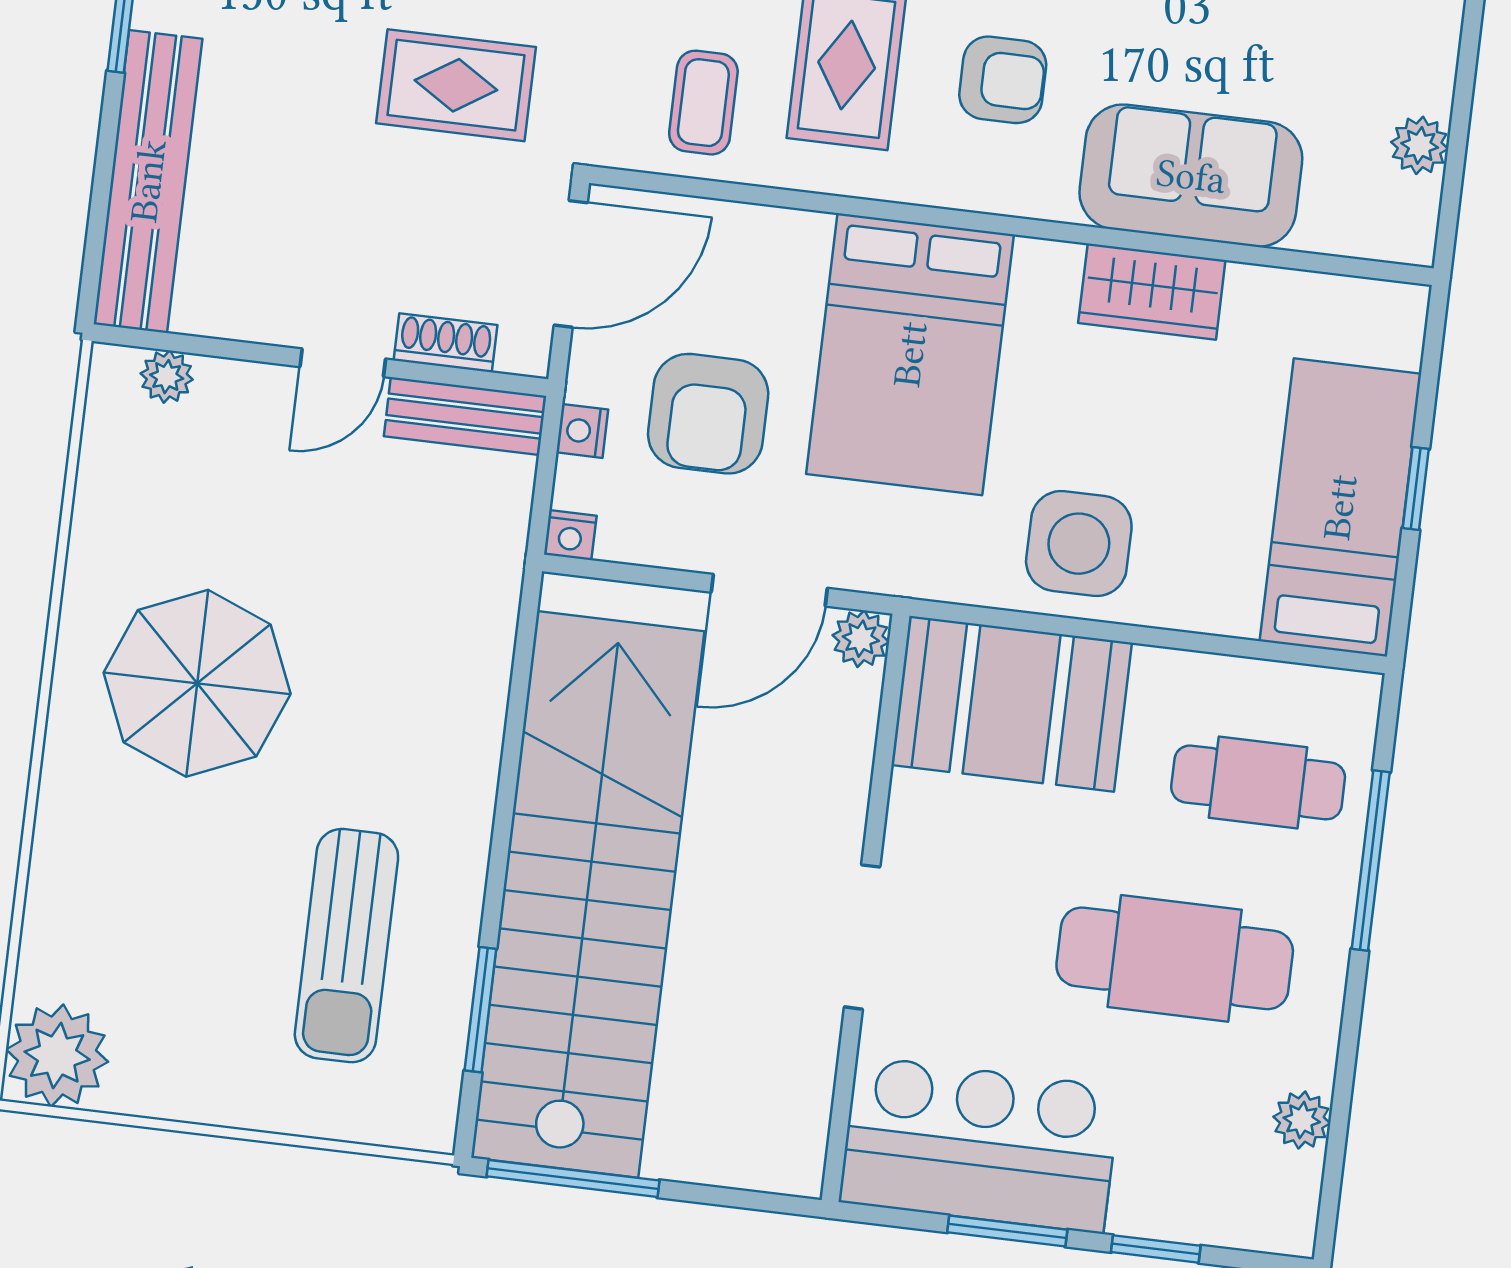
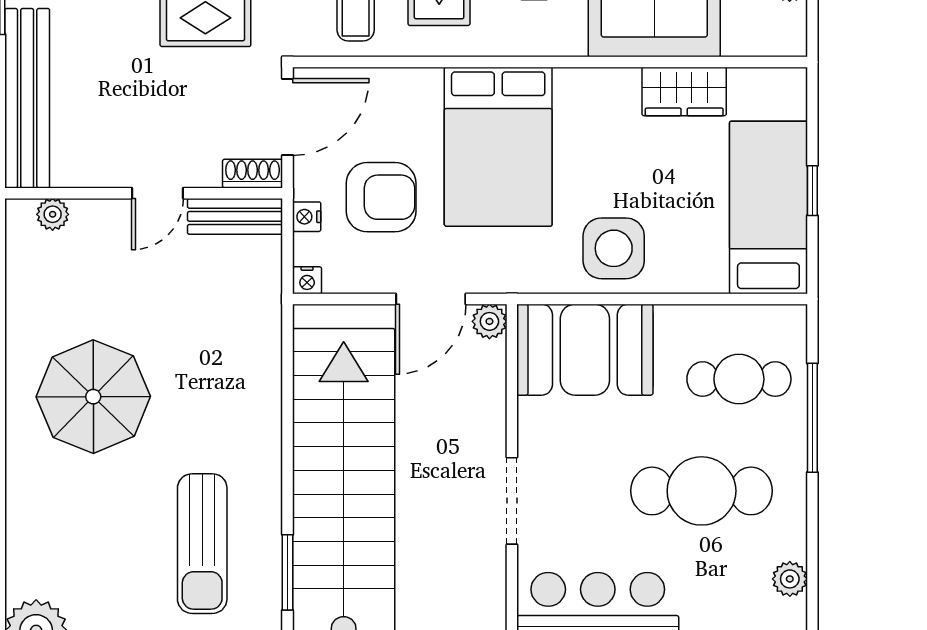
wardrobe: (1152, 292) -> (684, 91), moved
shoe rack: (445, 343) -> (253, 174), moved
armchair: (708, 414) -> (381, 197), turned -90

